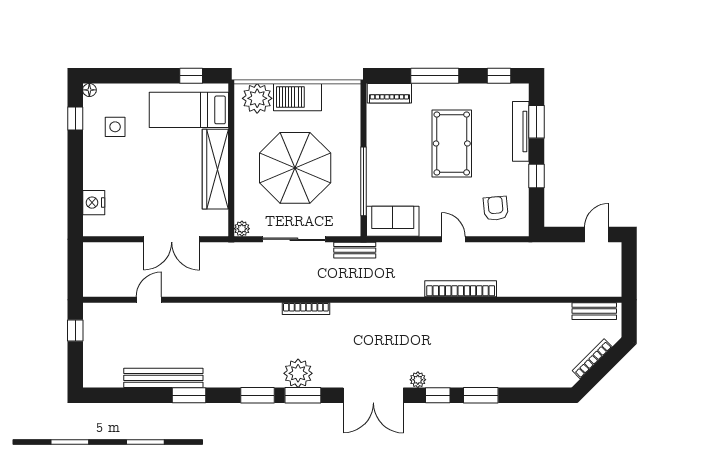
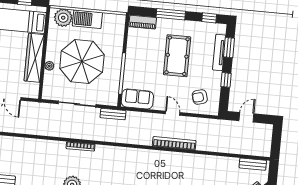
armchair: (496, 208) -> (200, 97), turned -100
plant: (242, 229) -> (49, 66), moved
door: (596, 235) -> (246, 117), moved

